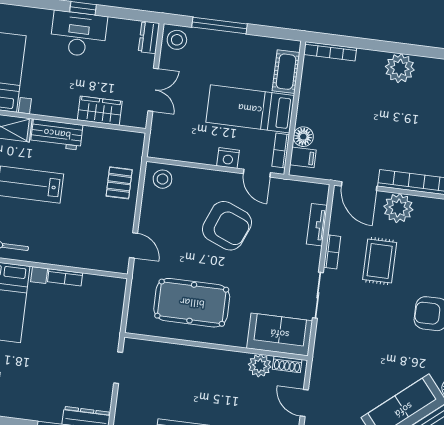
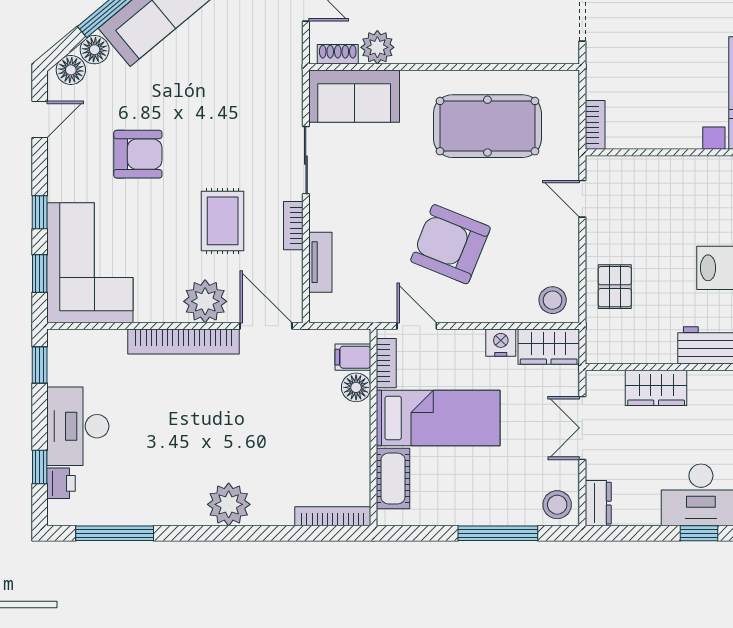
wardrobe: (169, 148) -> (549, 347), added
nightstand: (228, 158) -> (501, 343), moved
bookcase: (65, 277) -> (595, 125), moved, turned 90

